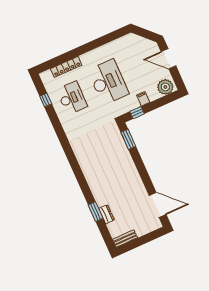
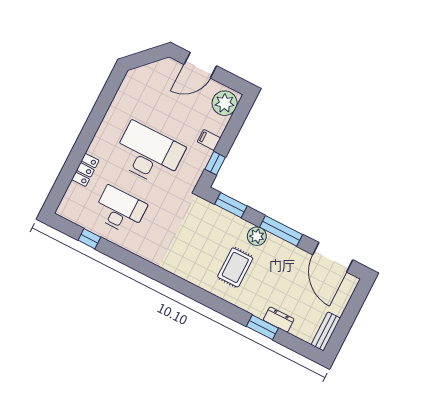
locker: (66, 67) -> (85, 170), width x0.66
plant: (129, 165) -> (257, 236), added
rug: (106, 172) -> (235, 267), added
window: (143, 172) -> (281, 231), added
door: (158, 205) -> (333, 257), swing flipped

